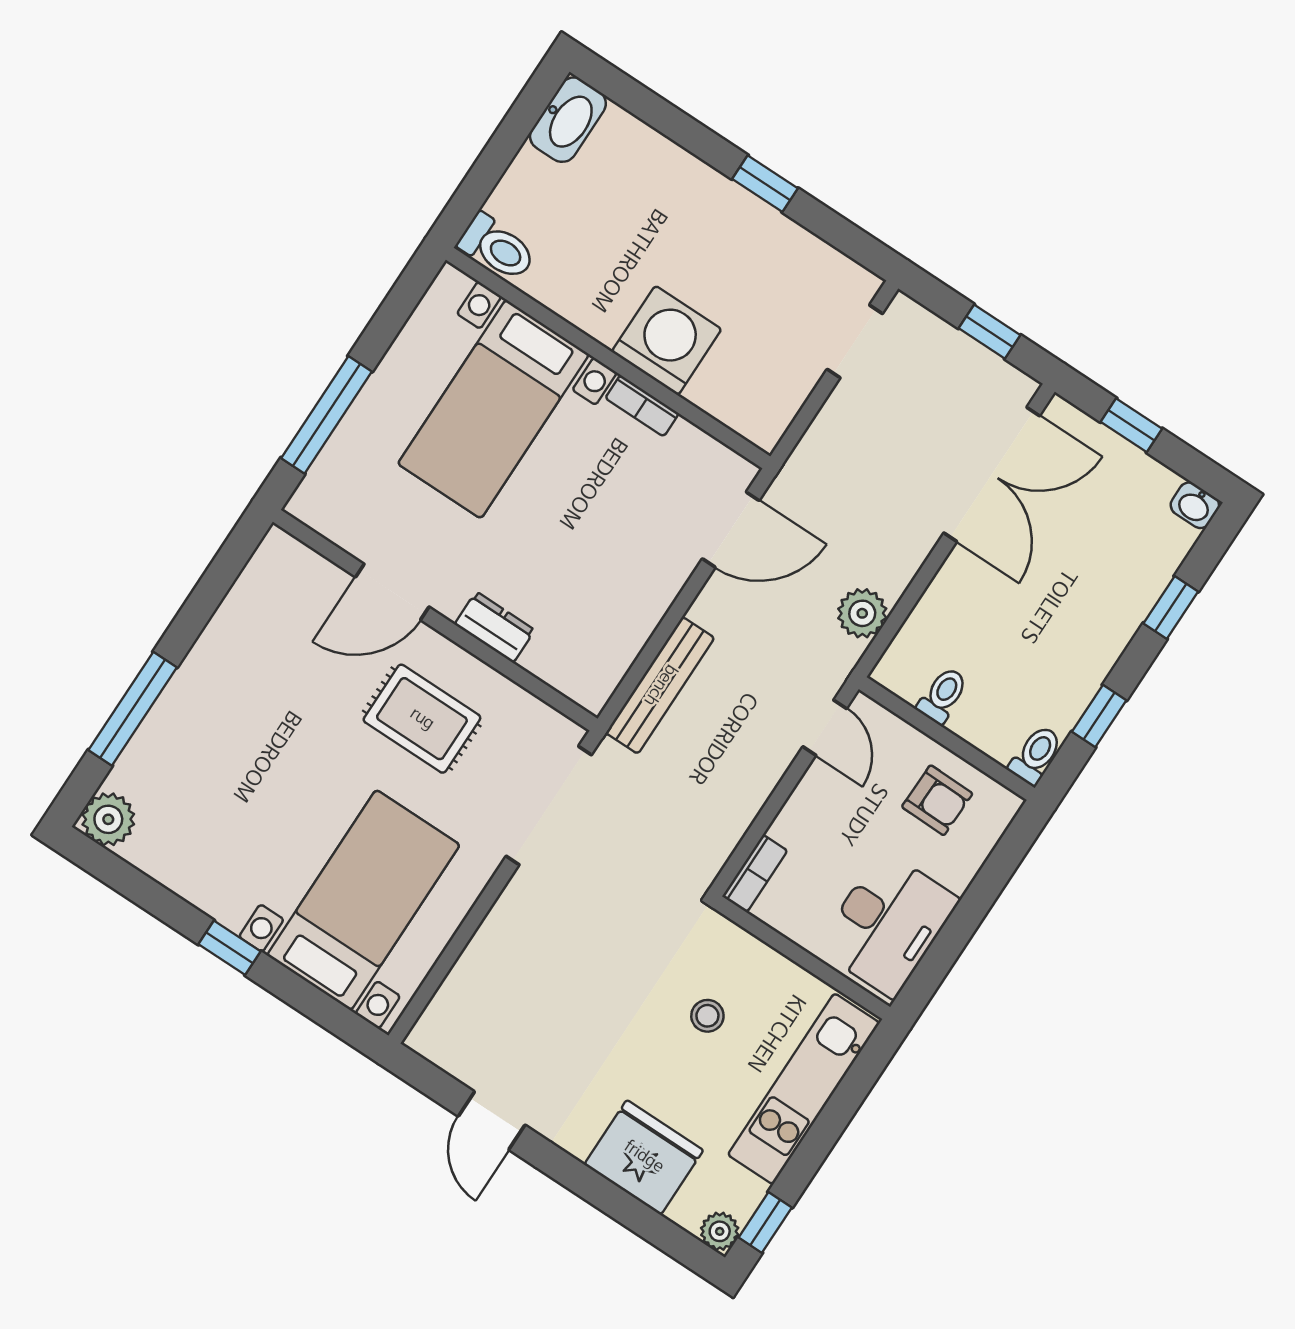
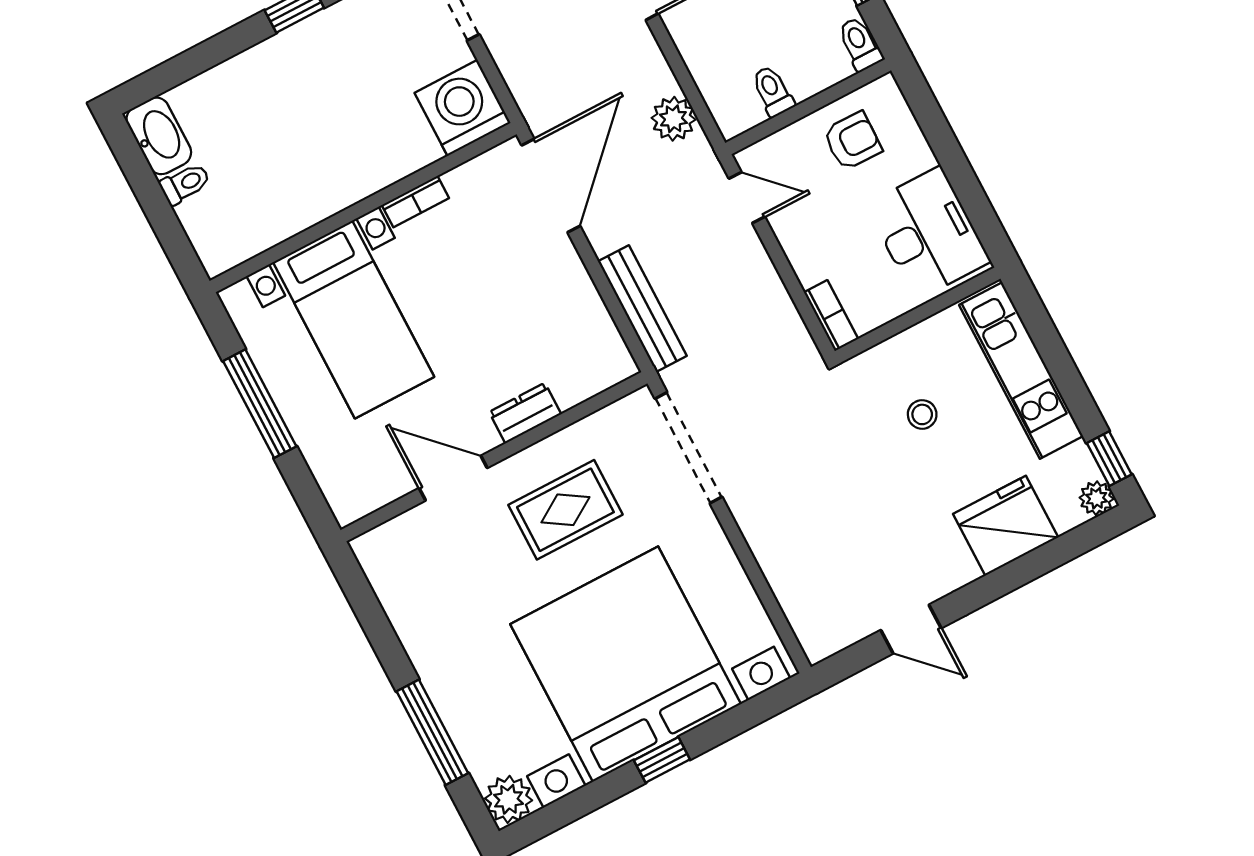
toilet: (497, 247) -> (185, 184), moved, width x0.73, depth x0.72
washing machine: (667, 340) -> (463, 108), moved
window: (326, 415) -> (260, 404), moved
door: (731, 530) -> (551, 186), width x1.36
door: (392, 592) -> (453, 478), swing flipped
bed with nightstands: (363, 900) -> (626, 664), width x1.85

